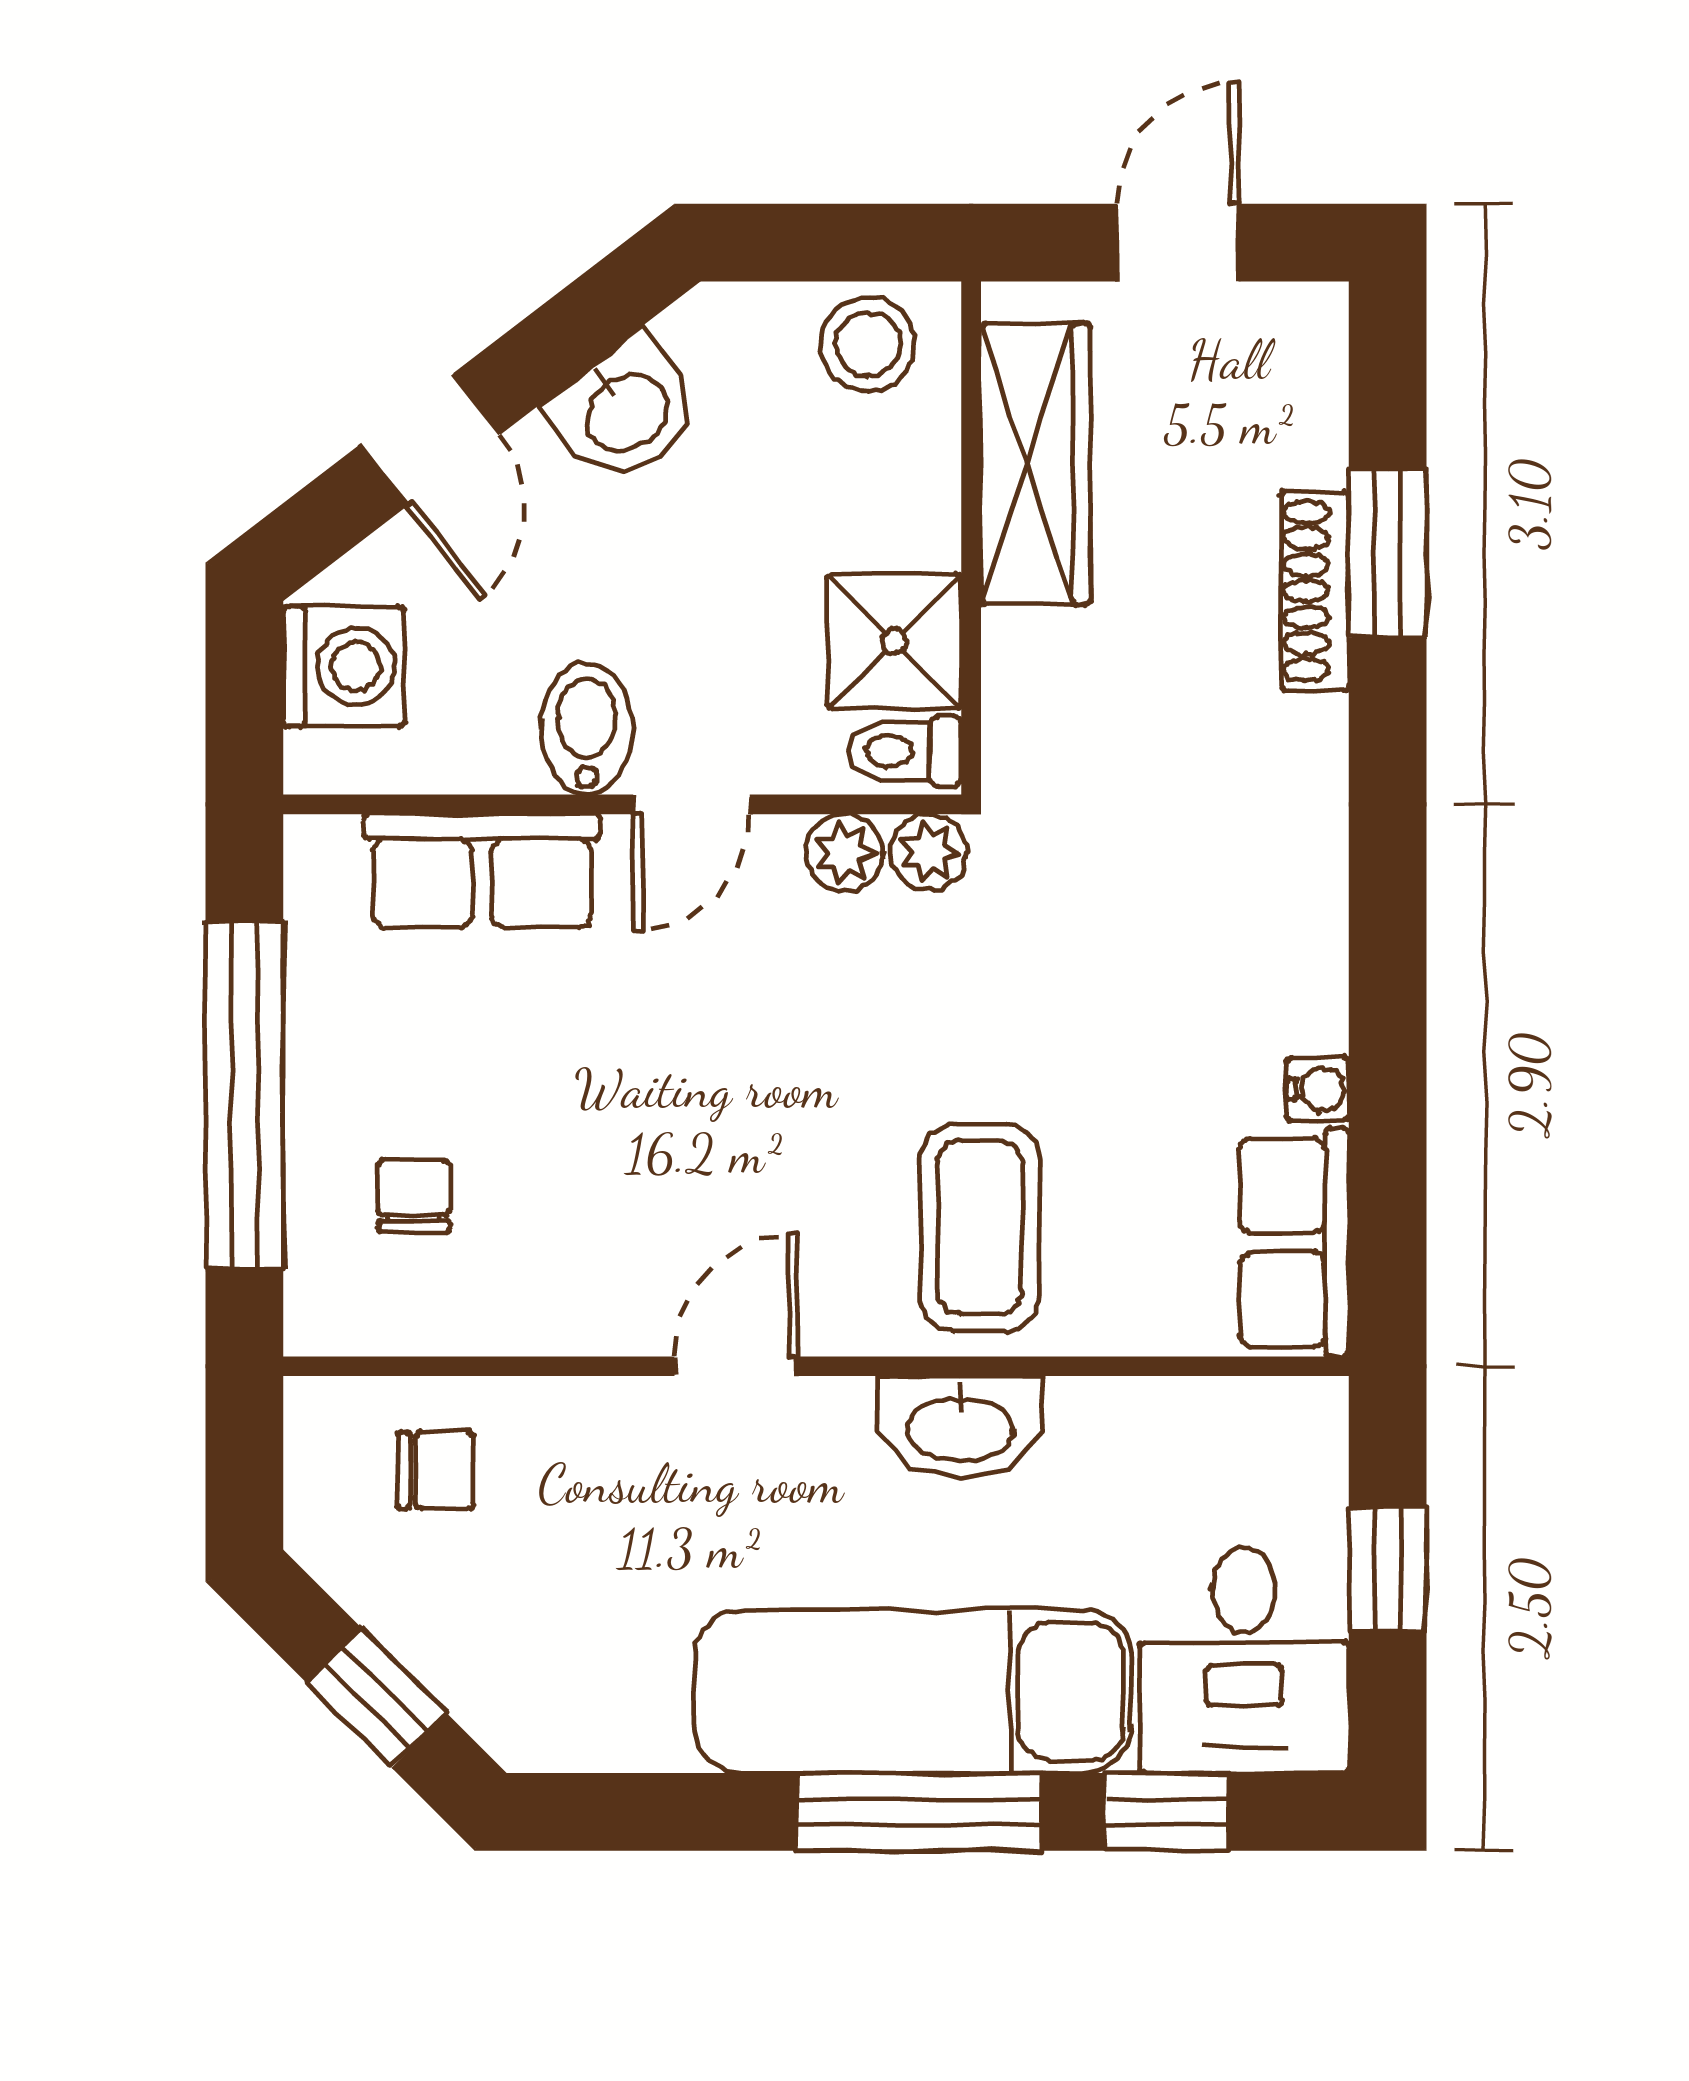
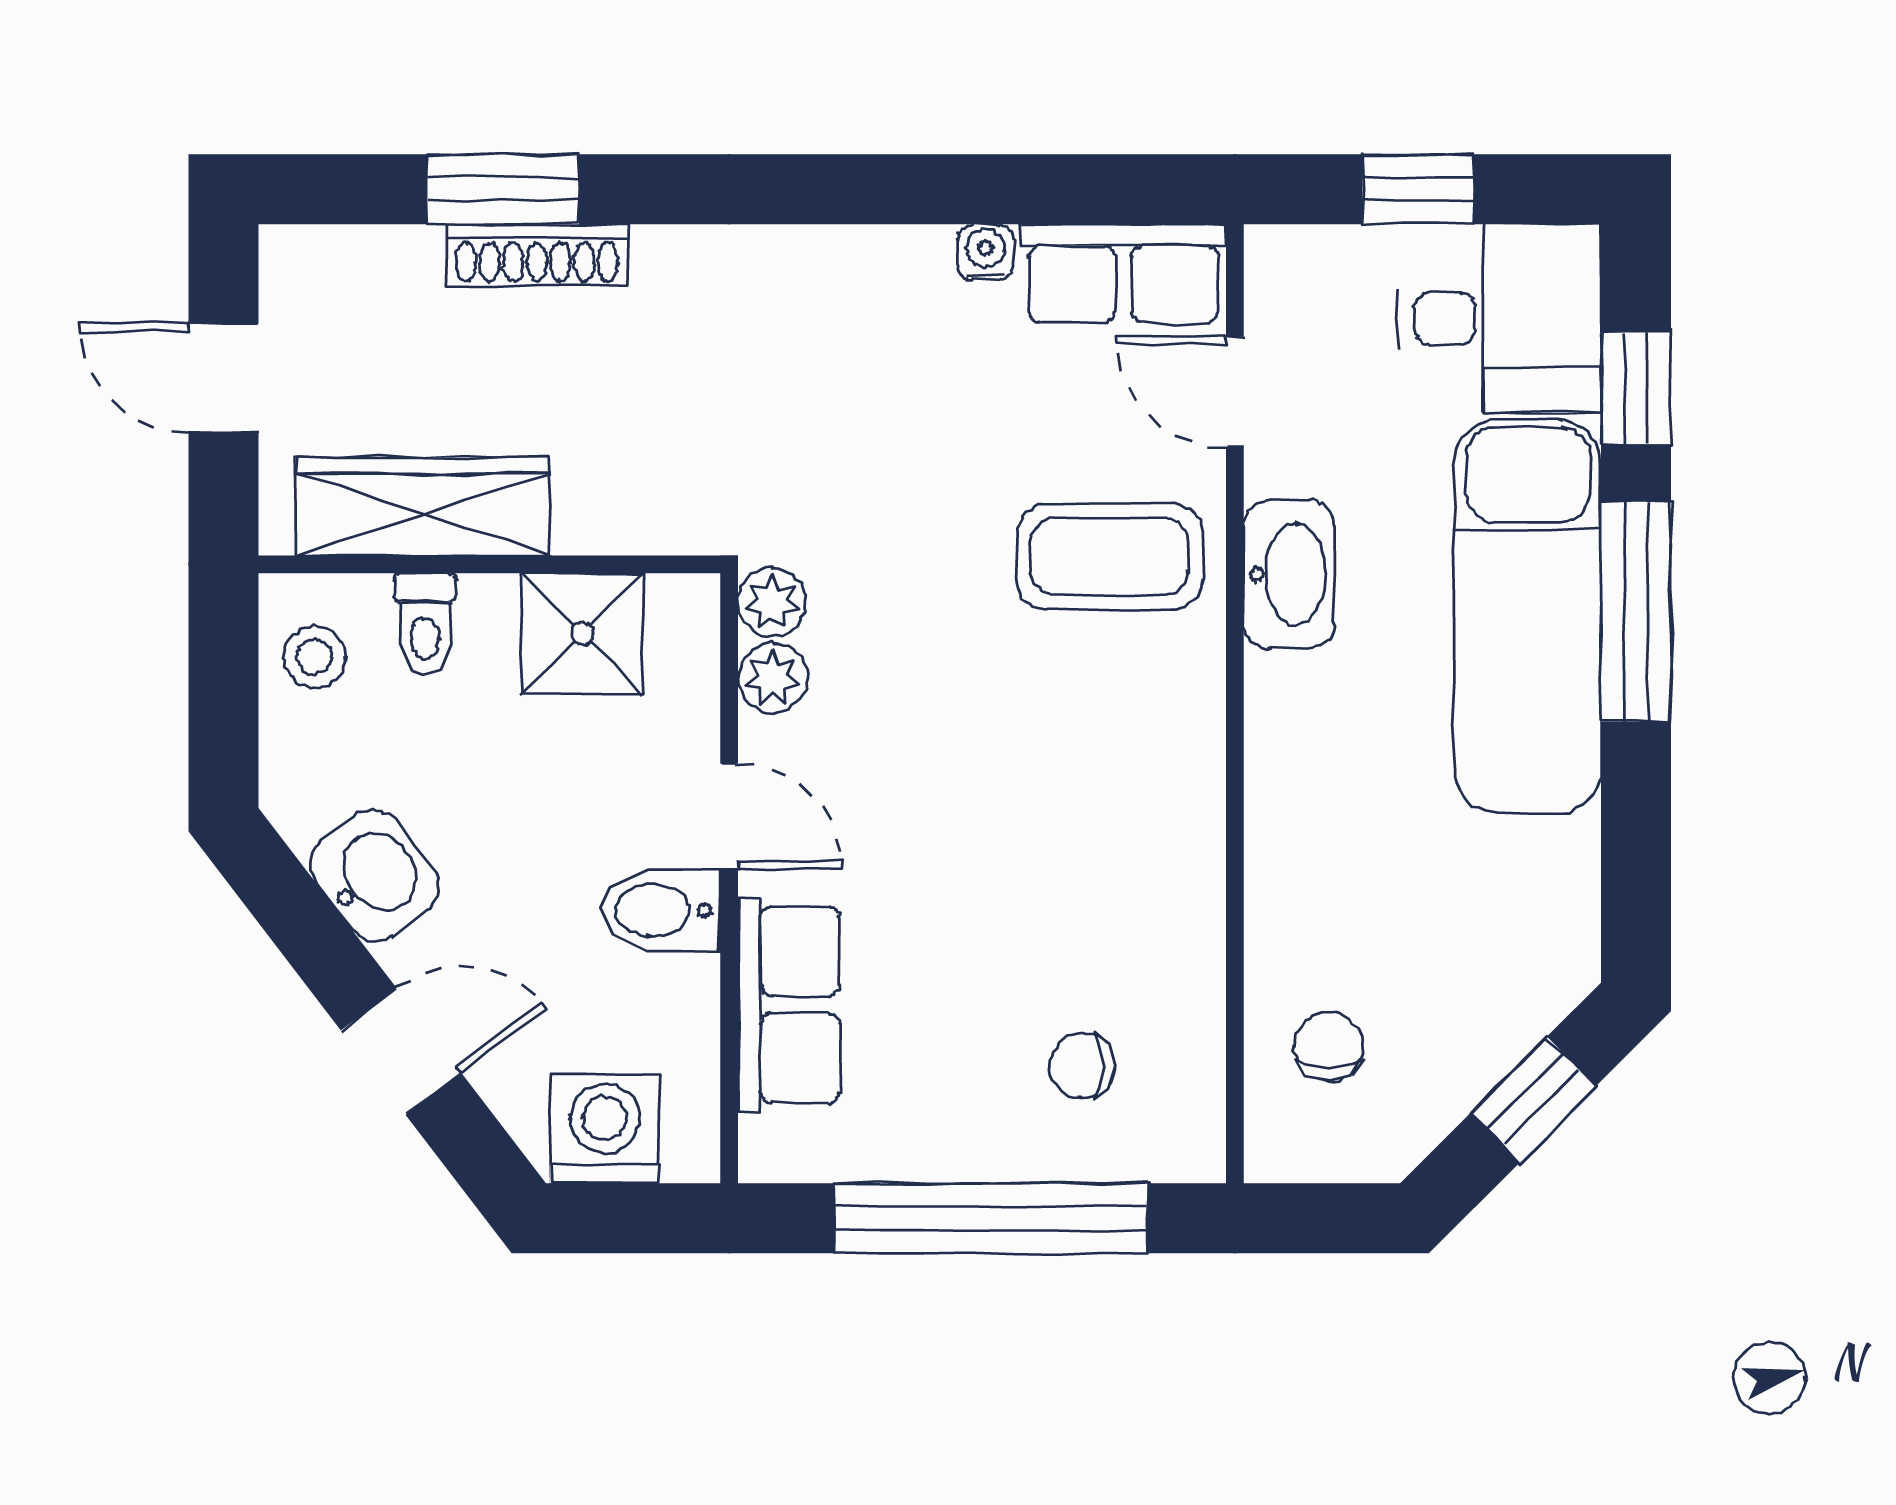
stool: (868, 344) -> (315, 657), width x0.73, depth x0.73
toilet: (905, 751) -> (425, 624), moved
door: (736, 1366) -> (1235, 392), moved

